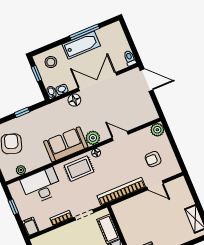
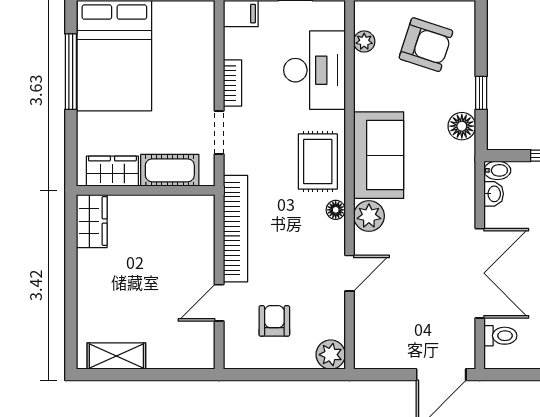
toilet: (130, 58) -> (500, 336), moved
floor lamp: (74, 100) -> (462, 126), moved

